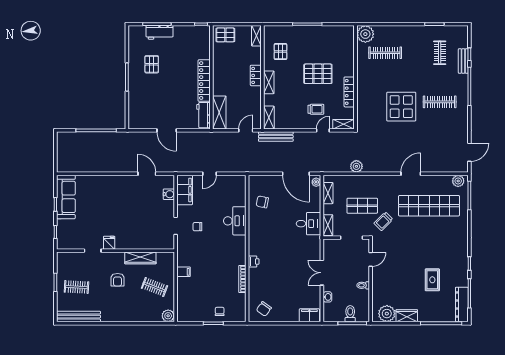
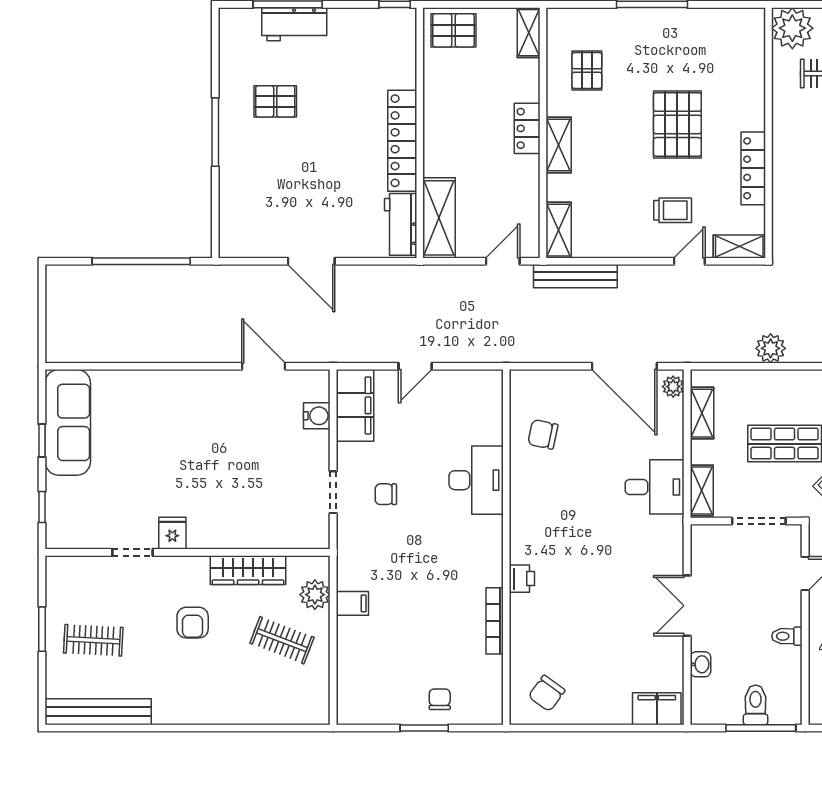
pallet: (152, 64) -> (275, 101), turned 90
pallet: (318, 74) -> (677, 124), turned 90
plant: (168, 316) -> (315, 595), moved

